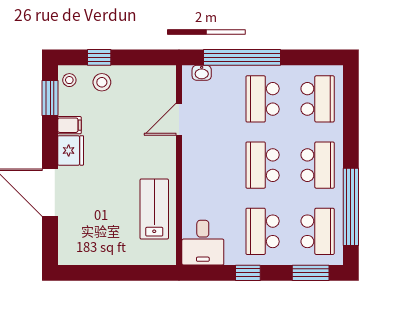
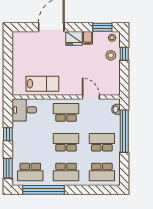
school desk: (263, 231) -> (66, 112), moved

